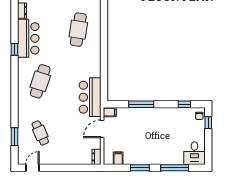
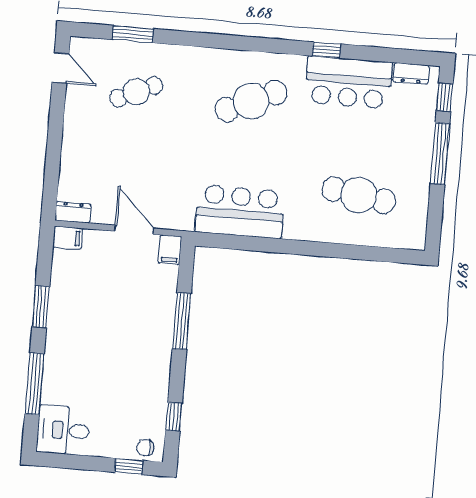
cafe table: (40, 81) -> (251, 101), turned -42
bar counter: (90, 97) -> (240, 211), moved
filing cabinet: (118, 158) -> (68, 238), moved

